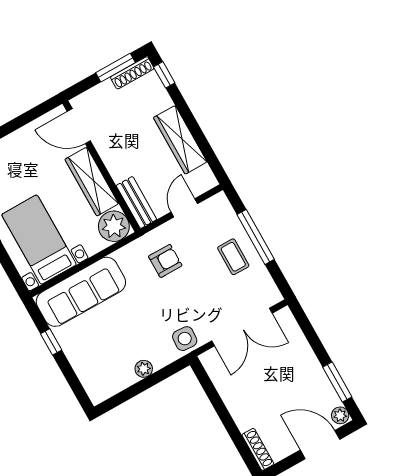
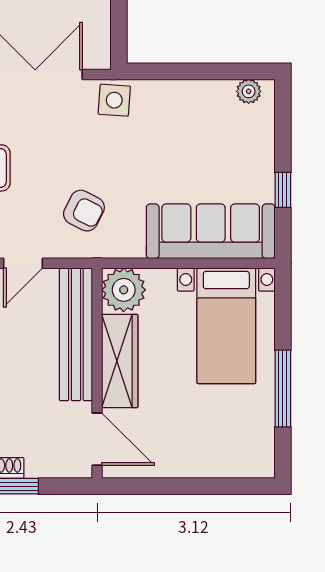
bench: (136, 202) -> (76, 334), width x1.86, depth x1.21
armchair: (165, 261) -> (84, 211), turned -153
plant: (144, 369) -> (249, 91), moved

